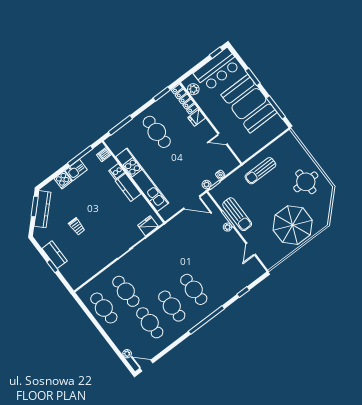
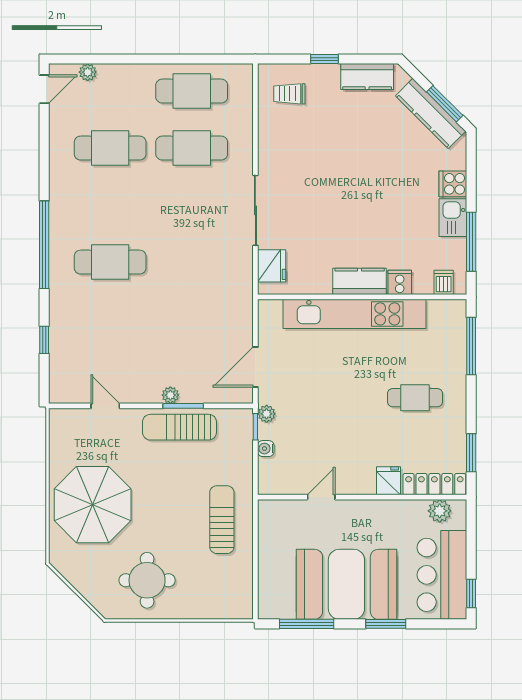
cafe table: (157, 132) -> (415, 398), width x0.73, depth x0.74
trolley: (77, 226) -> (289, 94), moved
kitchen counter: (55, 255) -> (367, 77), moved
cafe table: (172, 306) -> (110, 205), removed

